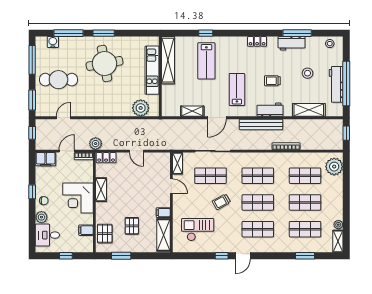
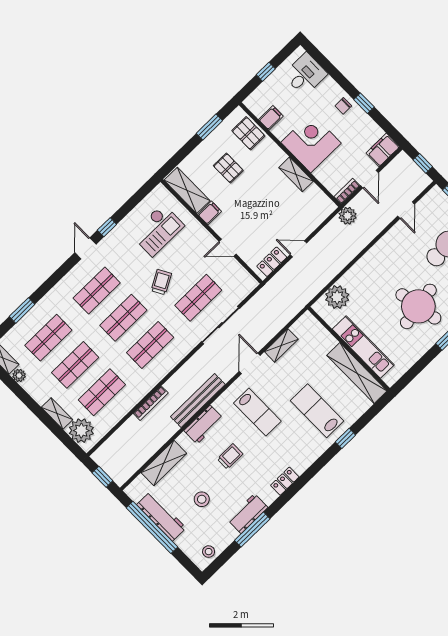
locker: (106, 158) -> (272, 262), moved
shelving: (178, 163) -> (57, 414), moved
plant: (41, 217) -> (329, 87), removed

